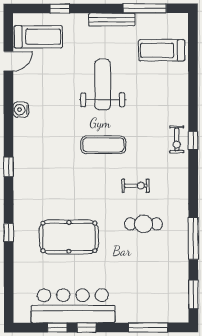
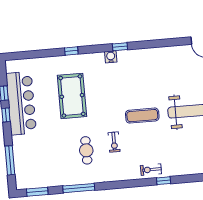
water cooler: (21, 110) -> (111, 57), moved
window: (193, 141) -> (164, 181), moved
exercise mat: (103, 145) -> (142, 116), turned 90

